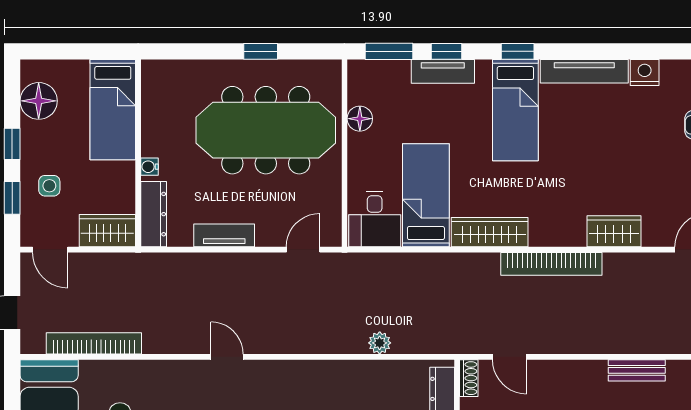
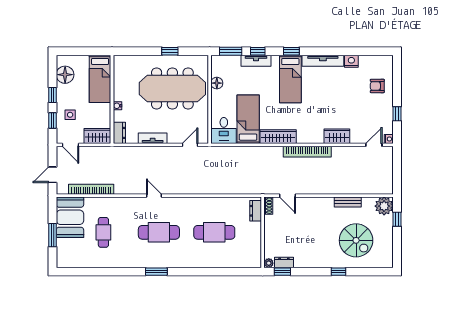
dresser: (154, 214) -> (119, 133), width x0.70
plant: (380, 343) -> (226, 189), removed

